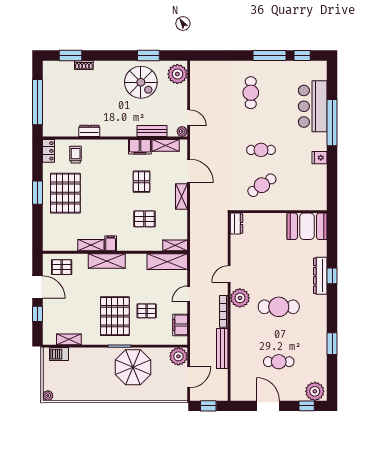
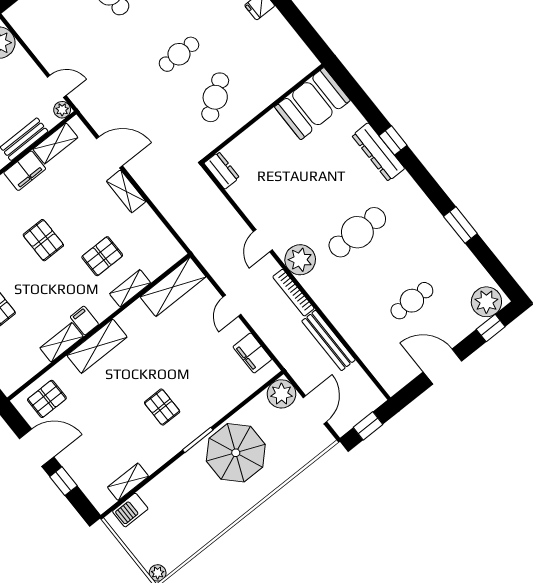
pallet: (141, 182) -> (43, 240), moved
shelving: (175, 245) -> (130, 288), moved
pallet: (147, 311) -> (197, 369), removed
pallet: (115, 316) -> (162, 407), width x0.49, depth x0.50

